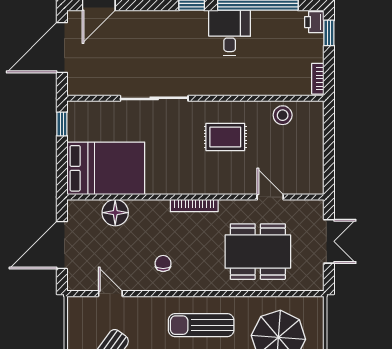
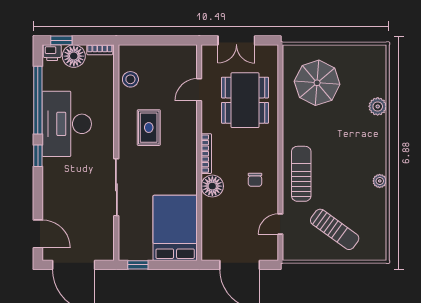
desk: (230, 33) -> (67, 124), width x1.87, depth x1.30
floor lamp: (310, 48) -> (74, 56), added
floor lamp: (115, 213) -> (212, 186), moved
double door: (329, 241) -> (236, 40), swing flipped
chair: (163, 263) -> (255, 180), turned -90
sun lounger: (201, 325) -> (301, 174), moved, turned 180

